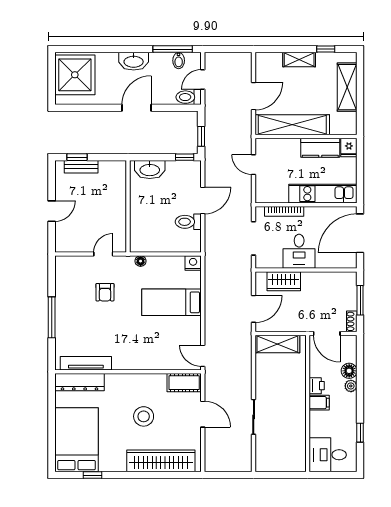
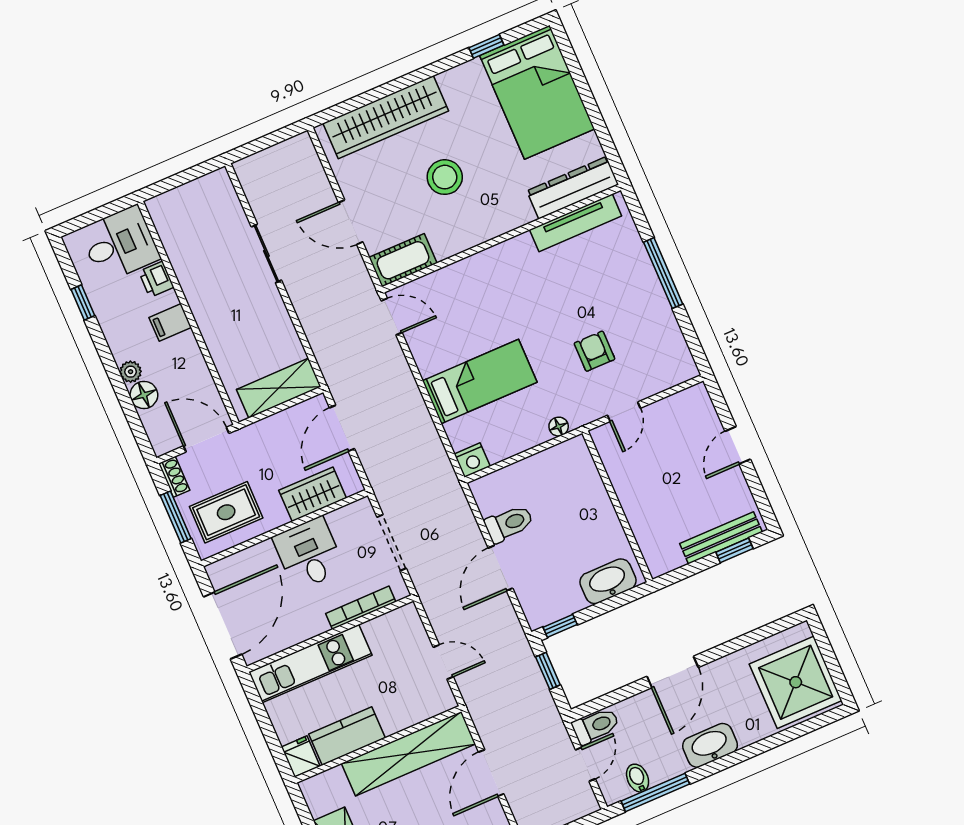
bench: (81, 167) -> (721, 538), width x1.36
rug: (333, 291) -> (226, 512), added
printer: (317, 386) -> (156, 279), moved

